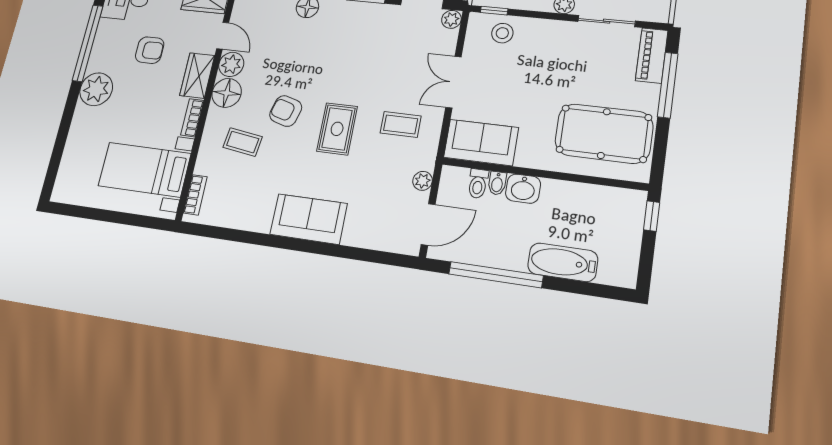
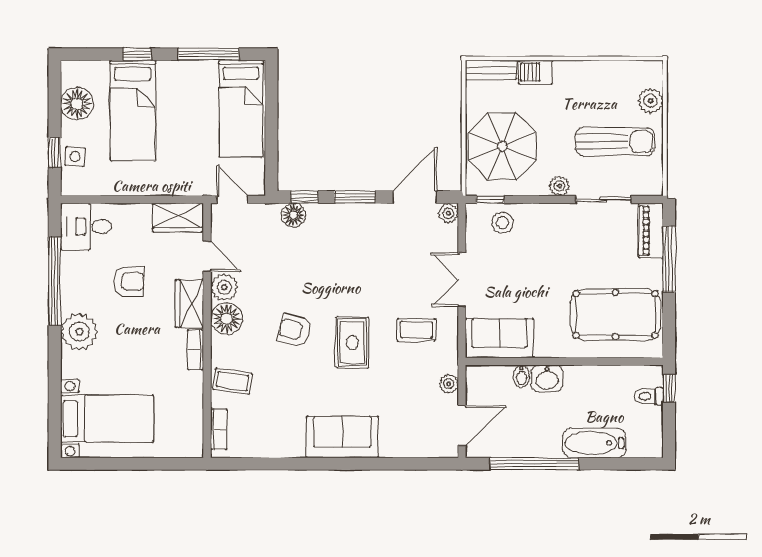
coffee table: (243, 142) -> (232, 381), moved
bed with nightstands: (144, 170) -> (107, 419), moved, turned 180
toilet: (478, 184) -> (649, 396), moved, turned 90

